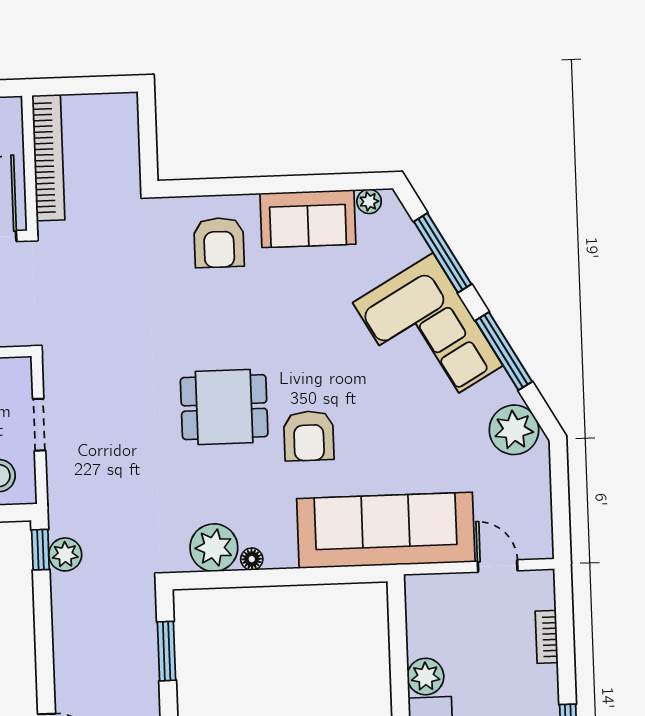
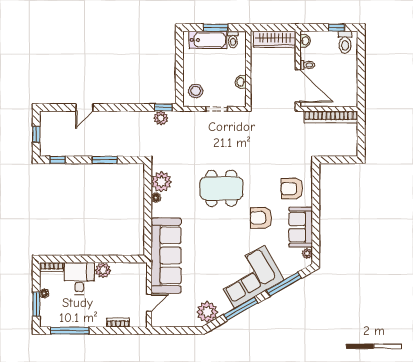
dining table: (224, 407) -> (221, 188), width x1.38
armchair: (309, 436) -> (261, 218), moved
window: (167, 651) -> (105, 160), moved

